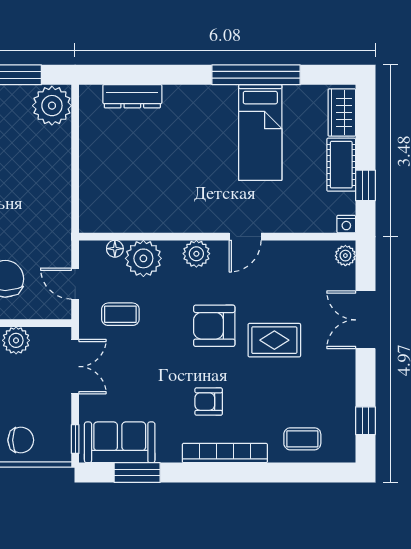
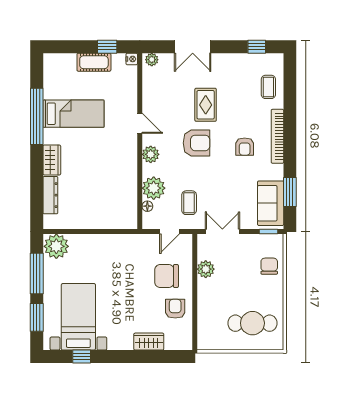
wardrobe: (342, 113) -> (52, 160), moved, turned -90
armchair: (214, 326) -> (196, 143), turned -90

